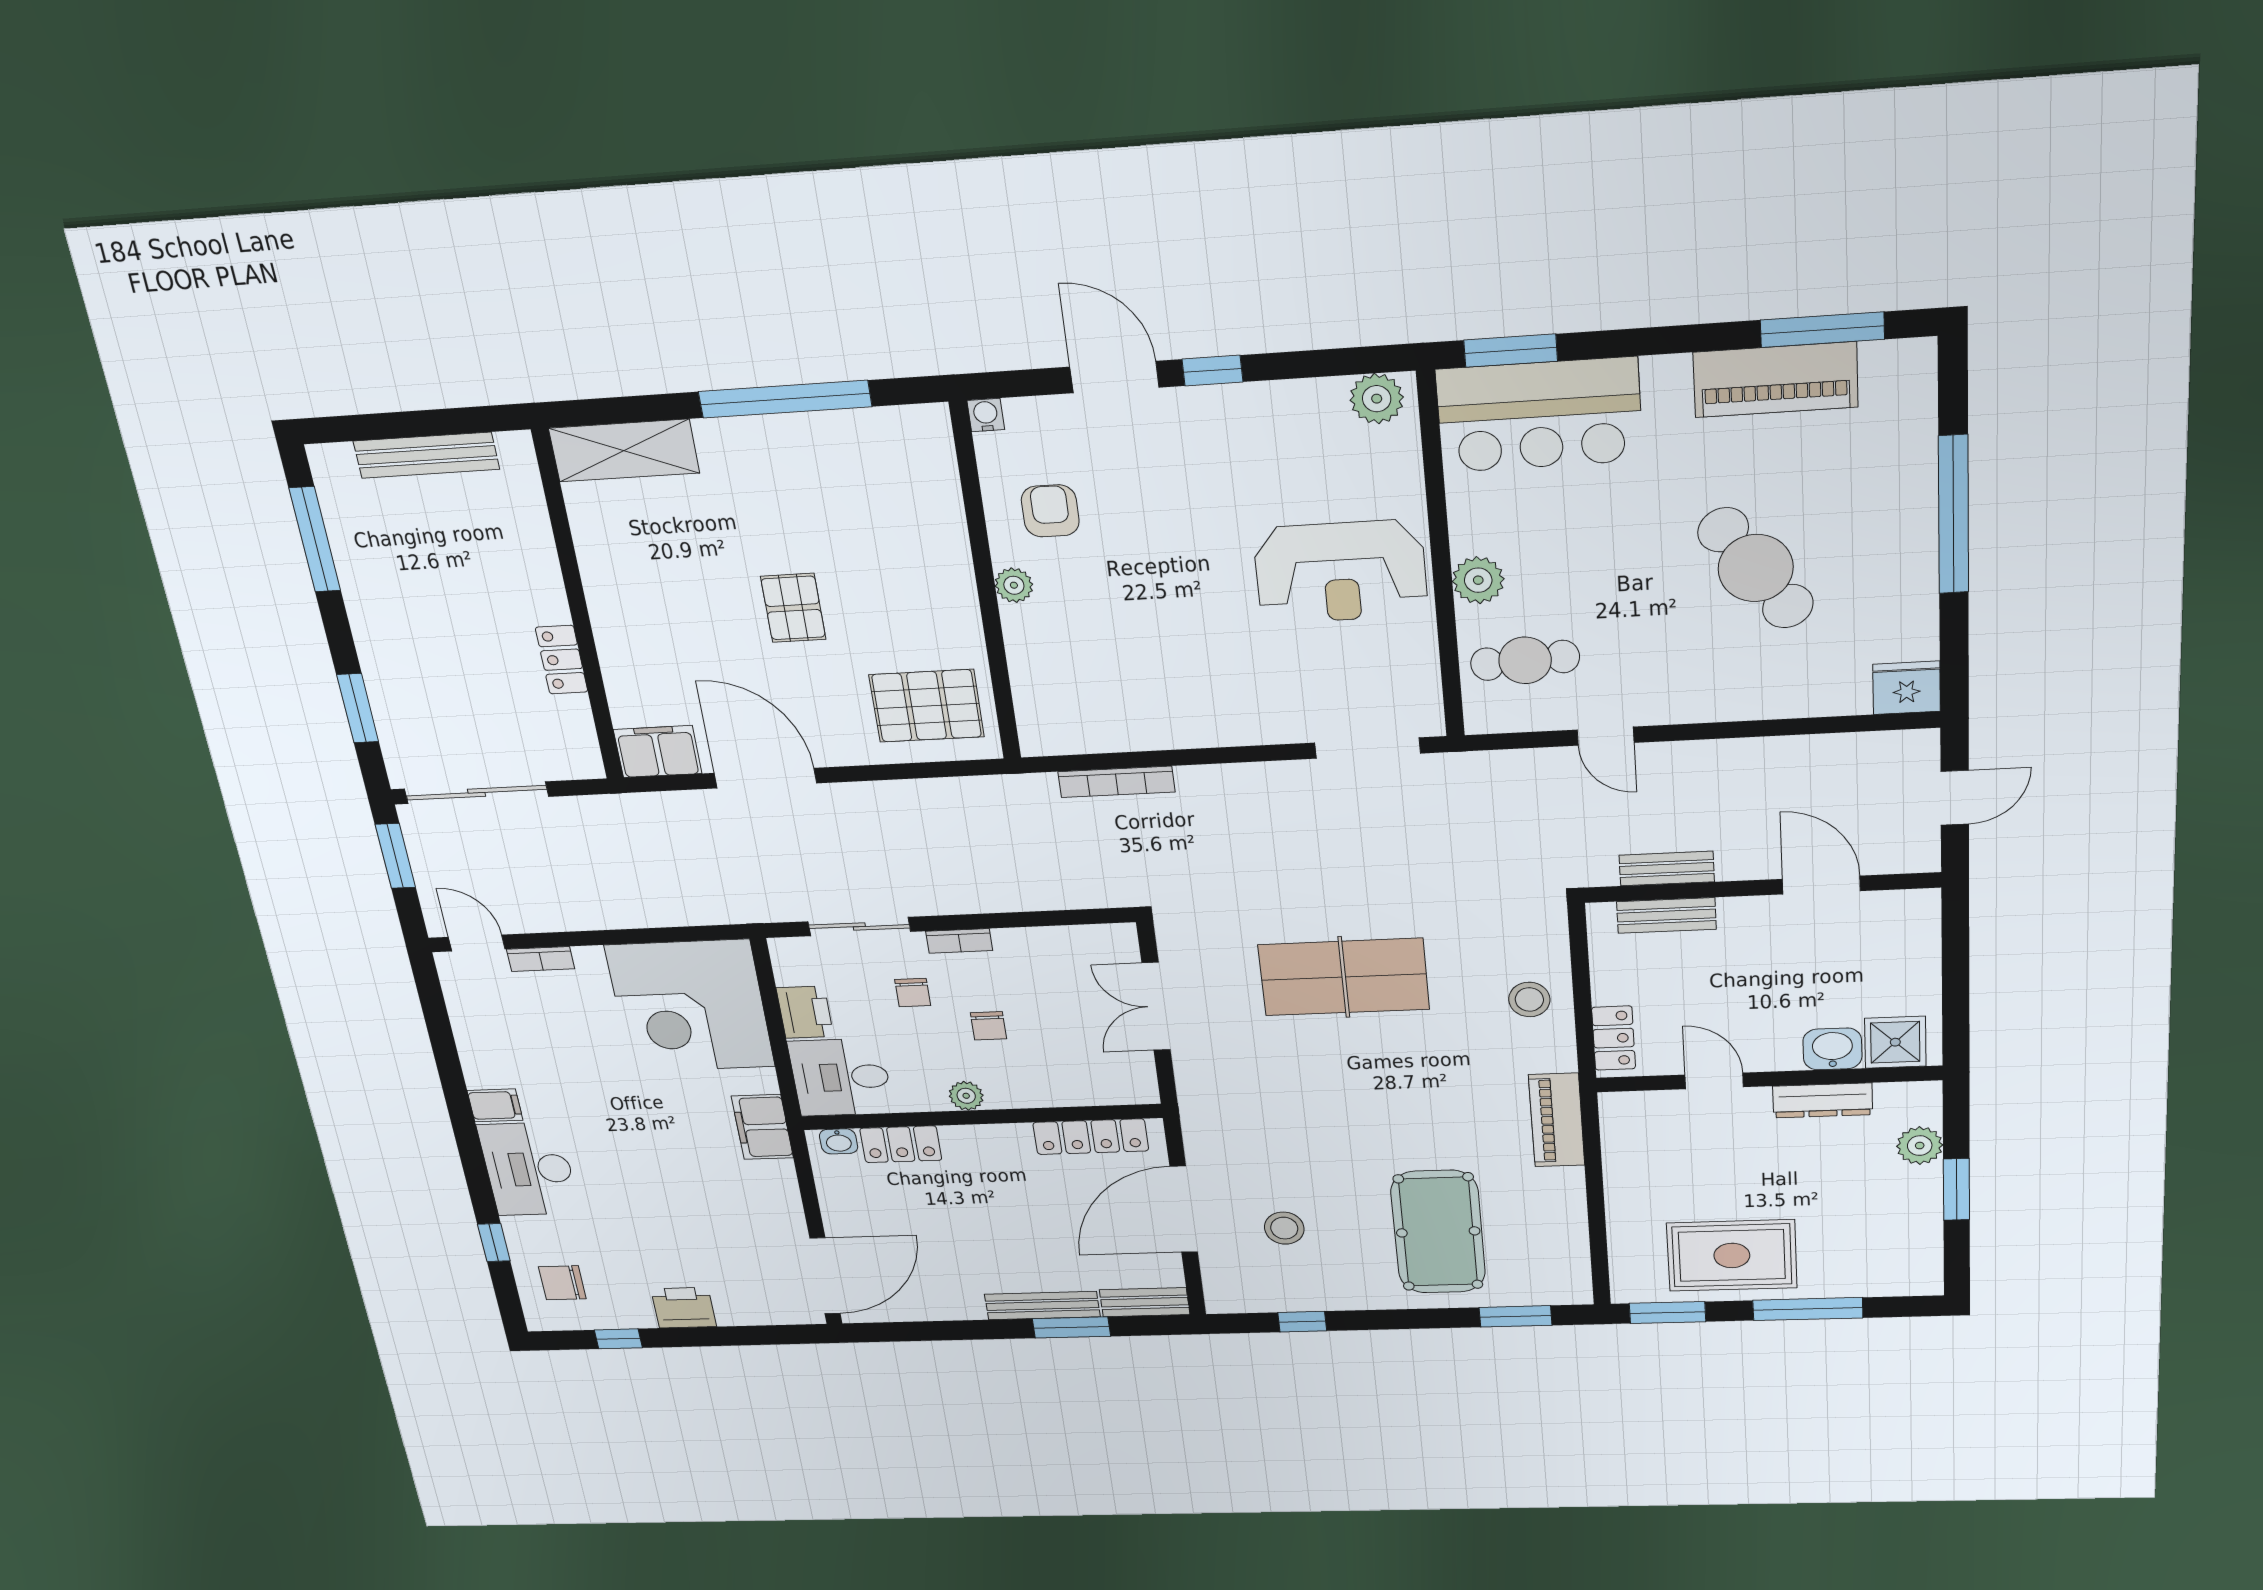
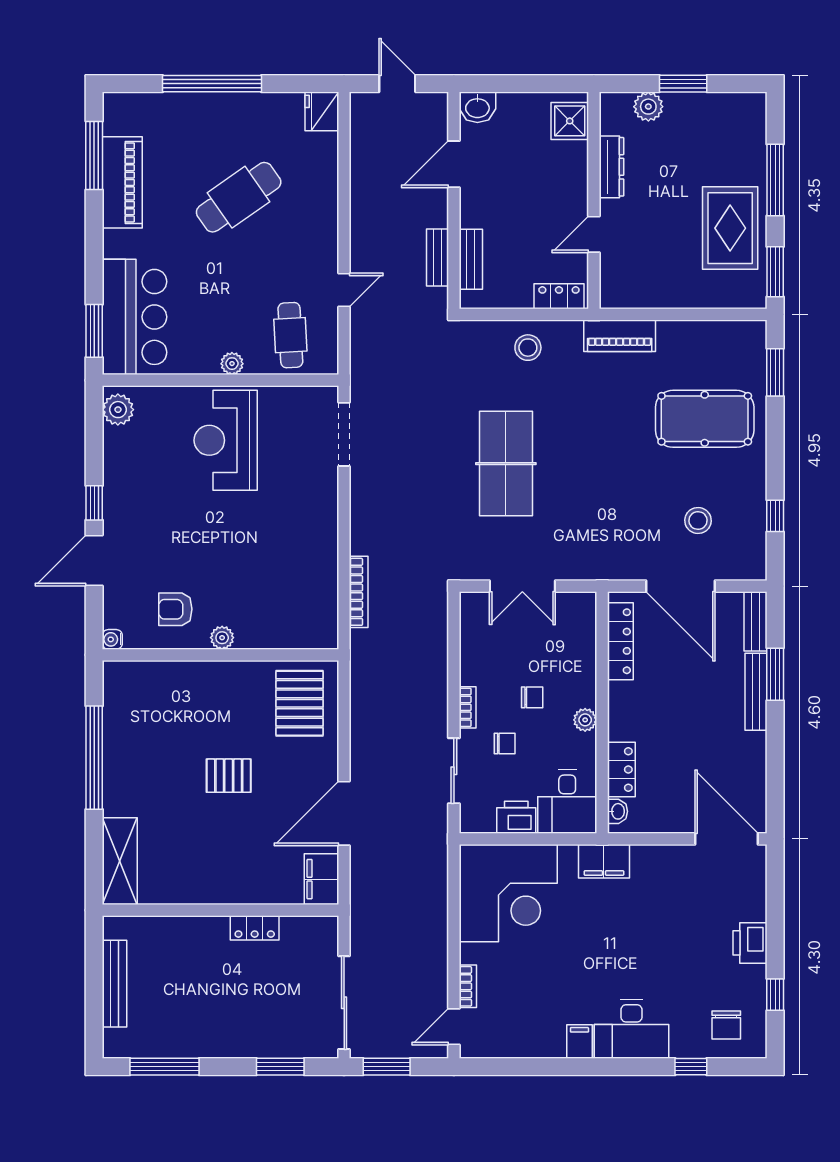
reception desk: (1341, 572) -> (226, 440), turned 180
plant: (1478, 580) -> (232, 364), width x0.73, depth x0.73
washbasin: (1832, 1049) -> (477, 107), moved, turned -90

